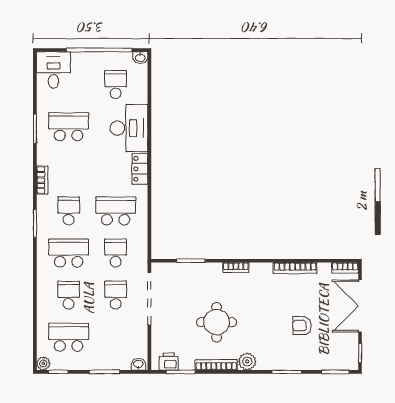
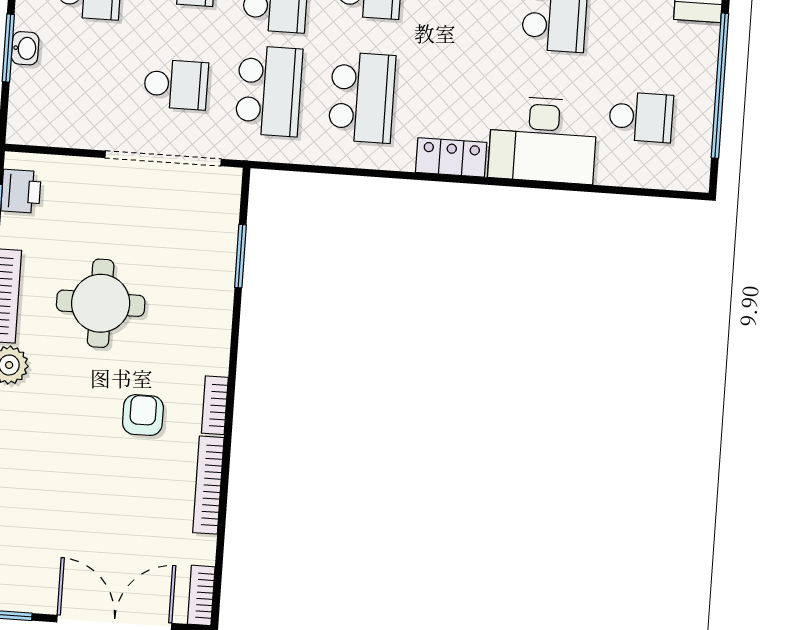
washbasin: (140, 58) -> (697, 176), removed
school desk: (116, 253) -> (269, 91), width x1.85
bookcase: (236, 268) -> (215, 405), moved
armchair: (302, 326) -> (143, 415), moved
washbasin: (138, 364) -> (25, 48), moved

